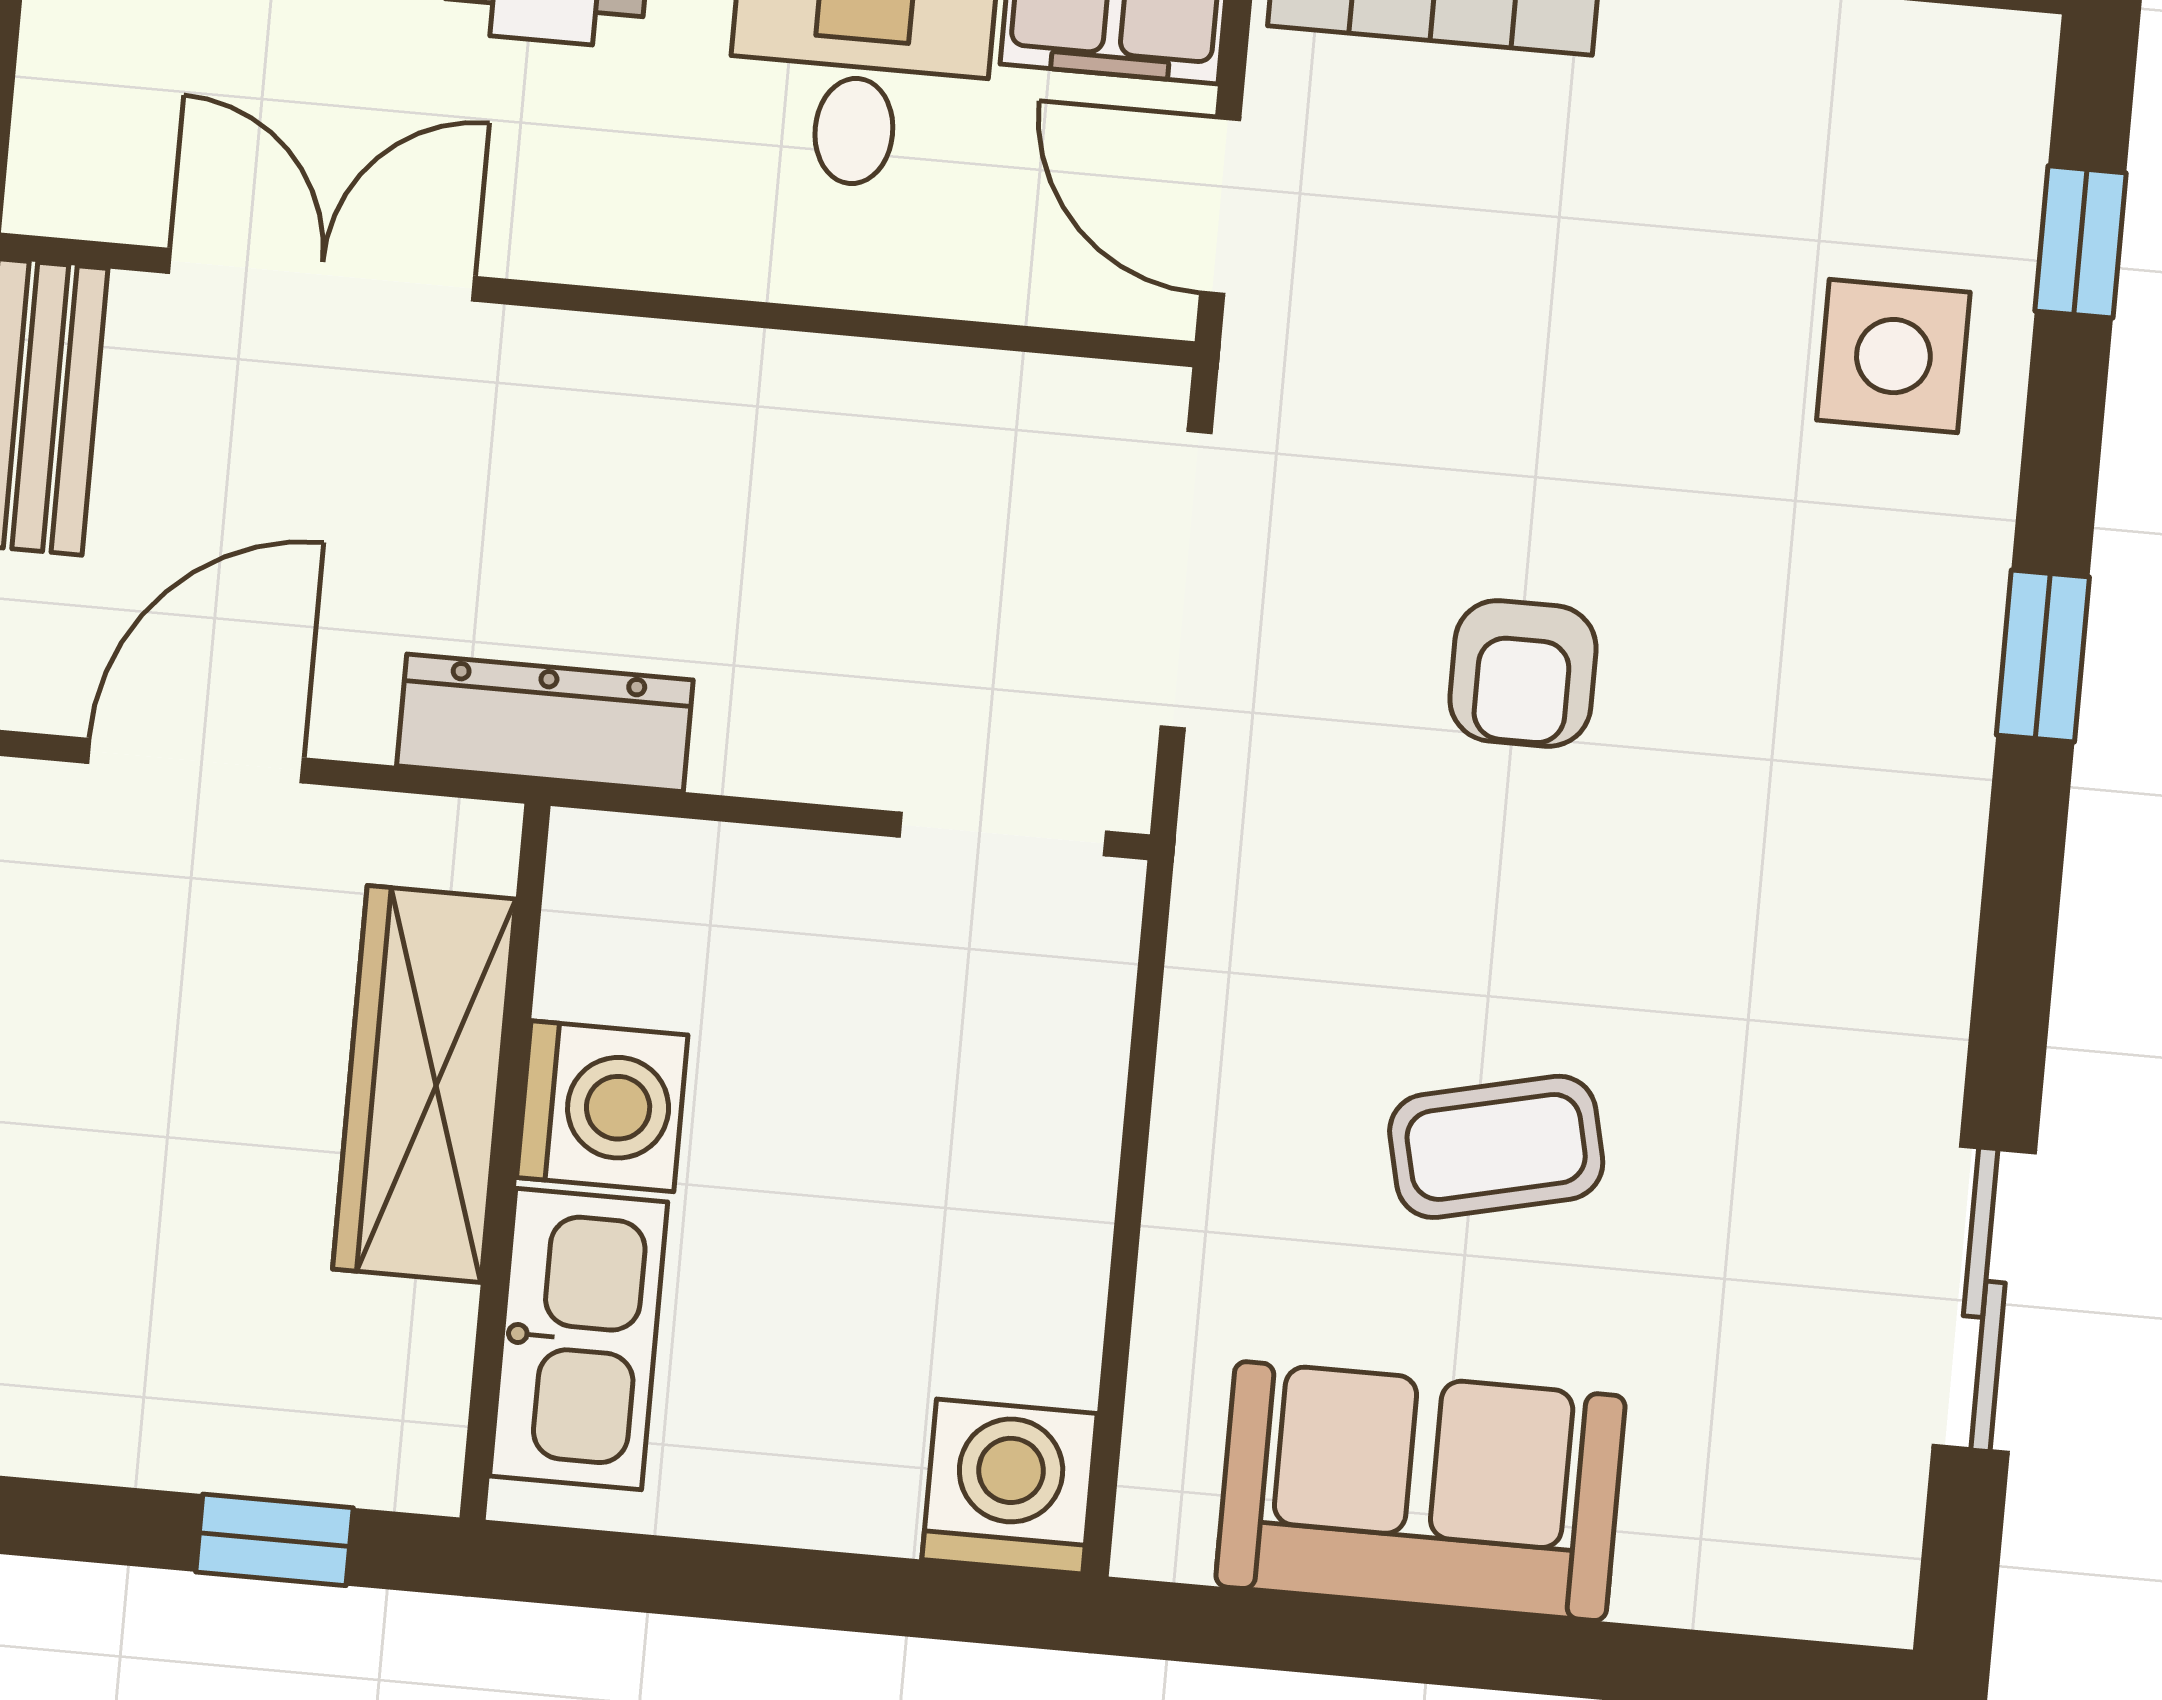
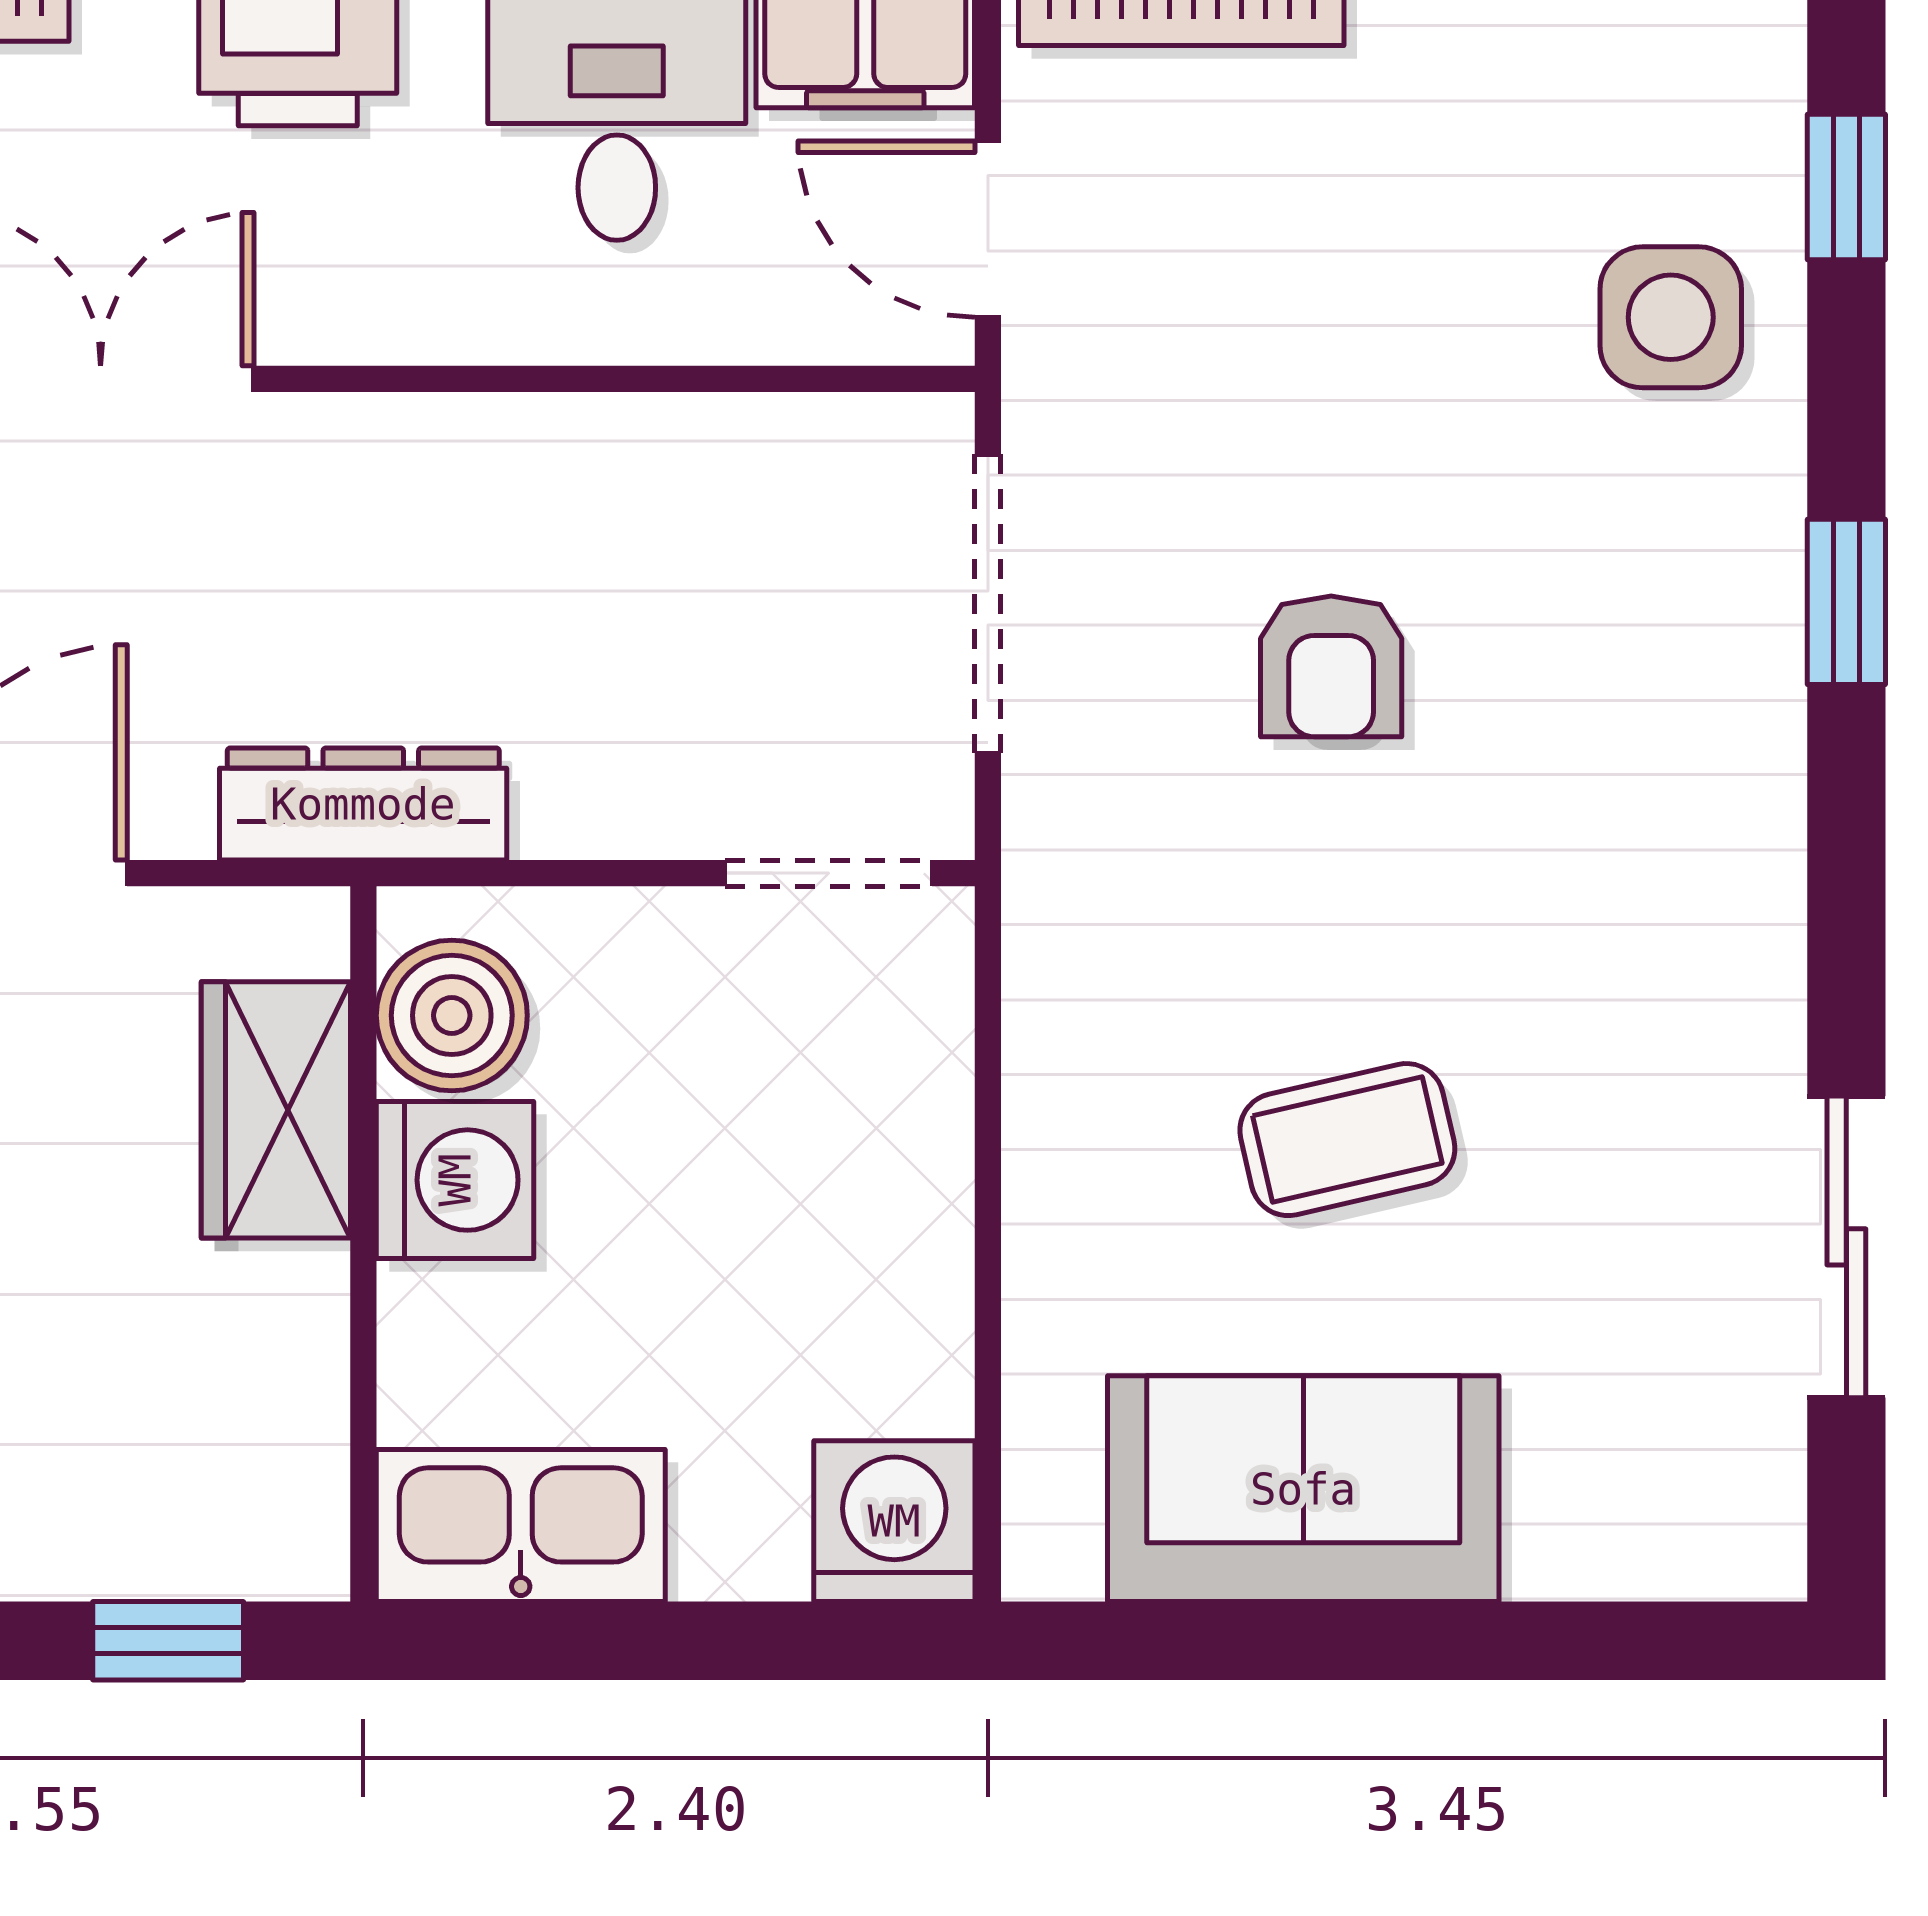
boiler: (614, 942) -> (452, 1015), added
wardrobe: (424, 1084) -> (276, 1110), width x0.67
kitchen sink: (579, 1339) -> (521, 1526), moved, turned -90

